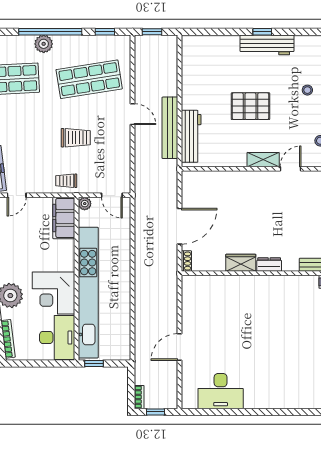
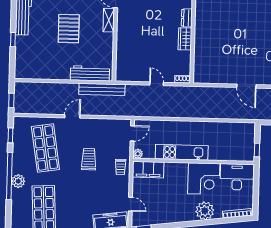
window: (262, 32) -> (13, 40), moved
bench: (170, 128) -> (102, 89), moved
door: (179, 226) -> (157, 84), width x0.53
kitchen unit: (88, 293) -> (182, 152), width x0.54

